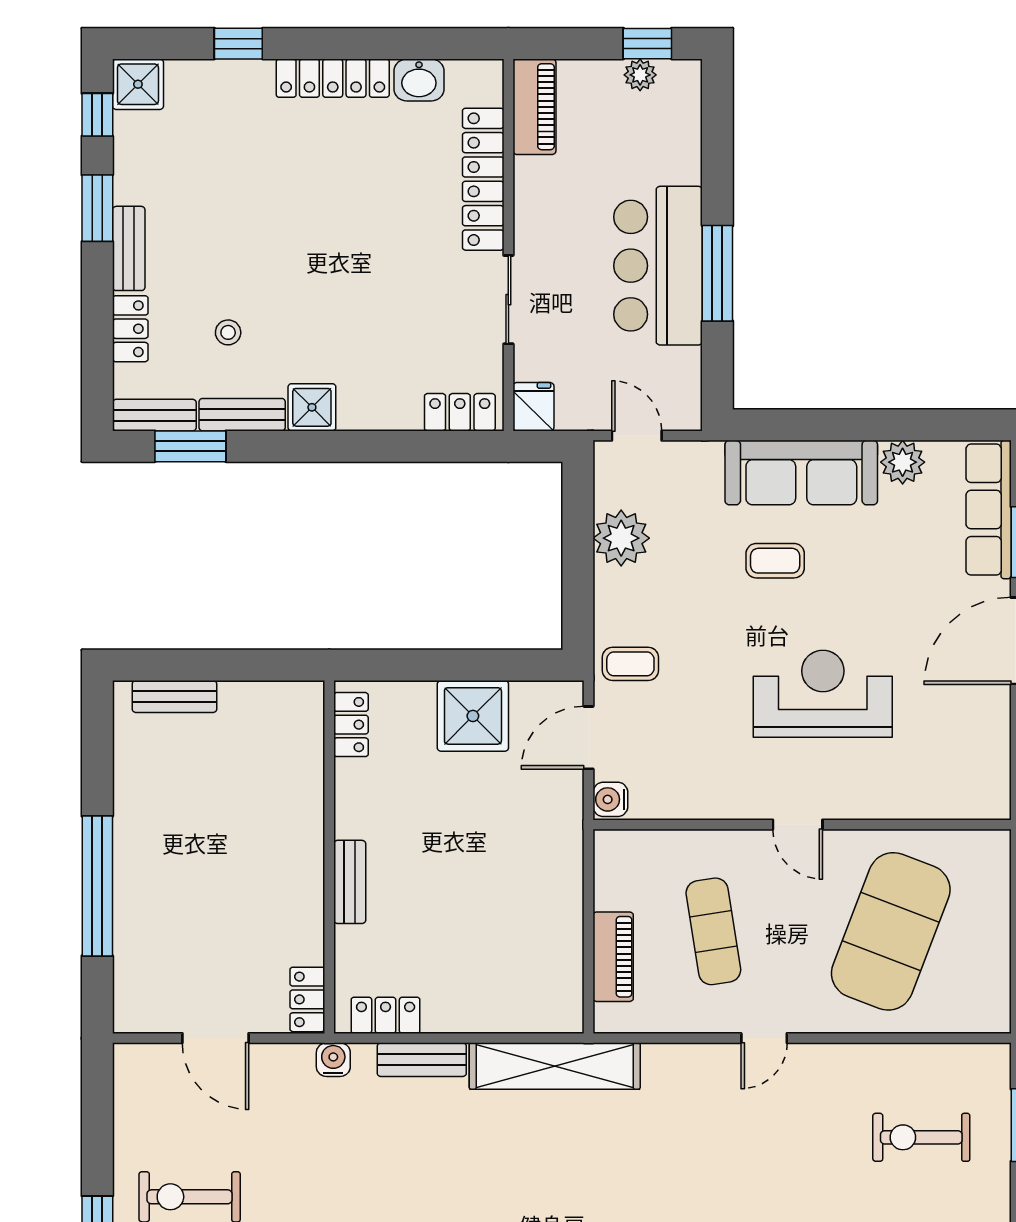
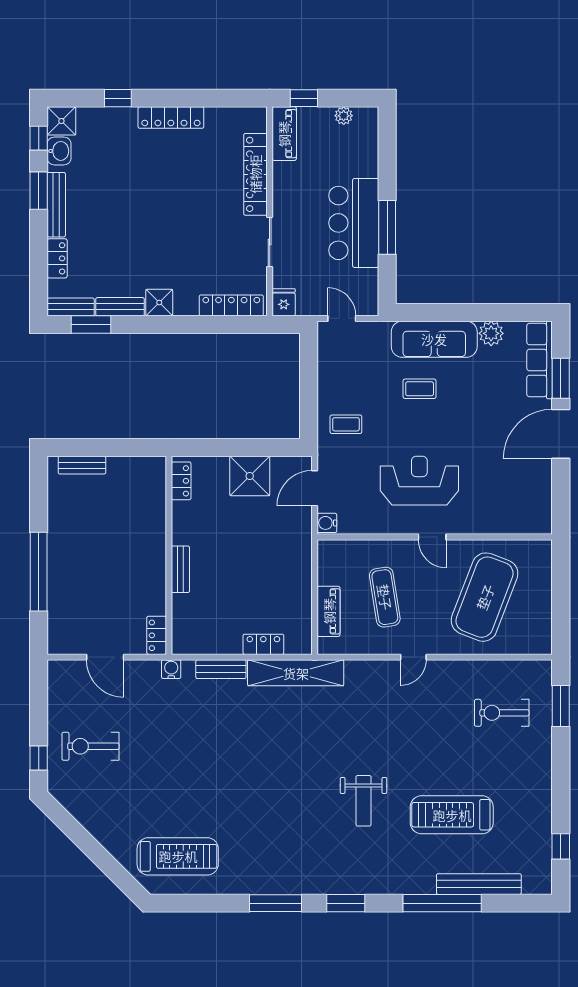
window: (647, 44) -> (304, 98), moved
washbasin: (419, 80) -> (59, 151), moved, turned -90
bench: (129, 248) -> (56, 205), width x1.36
stool: (228, 332) -> (112, 260), removed
locker: (460, 412) -> (231, 305), width x1.53
plant: (621, 538) -> (333, 376), removed
coffee table: (630, 664) -> (346, 424), moved
reception desk: (823, 694) -> (419, 481), moved
locker: (386, 1015) -> (263, 644), moved

